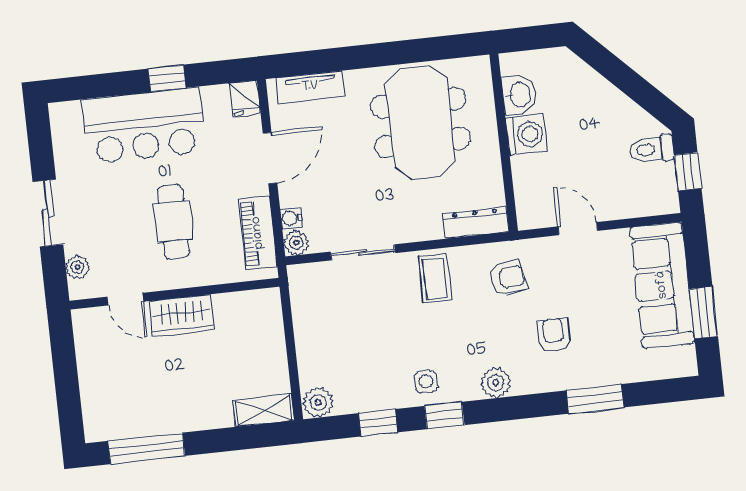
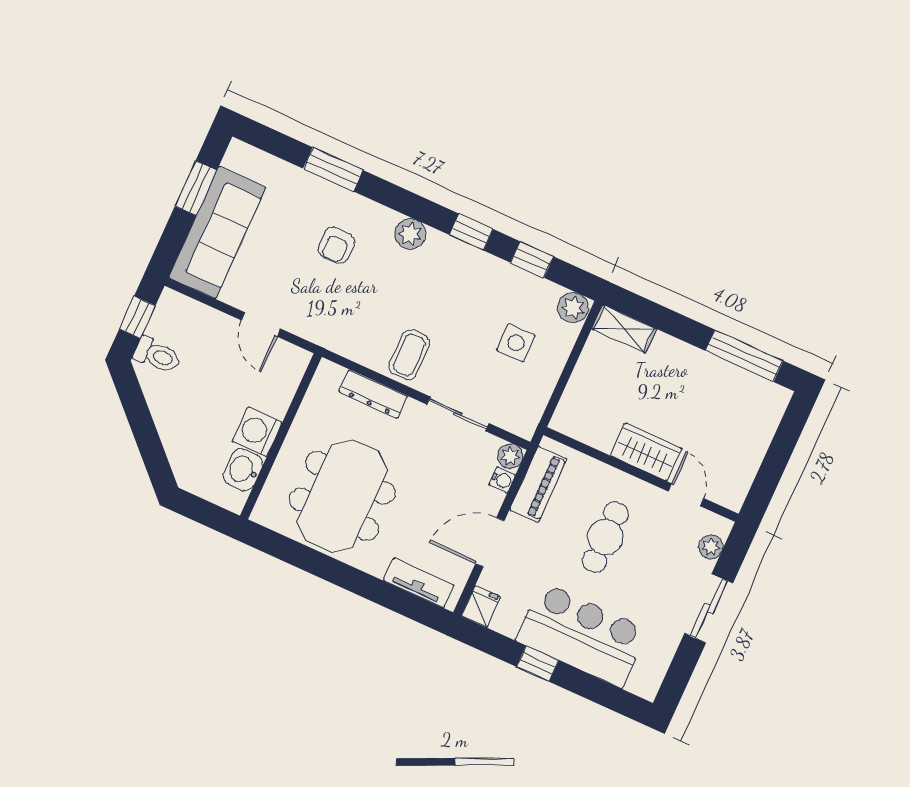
dresser: (476, 223) -> (373, 394), moved
armchair: (507, 278) -> (347, 318), removed
side table: (426, 382) -> (516, 343), moved, width x1.37, depth x1.37

